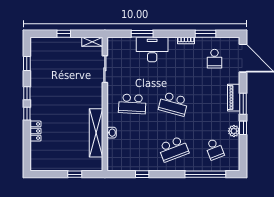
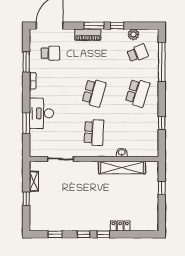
shelving: (92, 42) -> (34, 181), moved
plant: (234, 131) -> (133, 34), moved
school desk: (173, 149) -> (138, 93), turned 39

